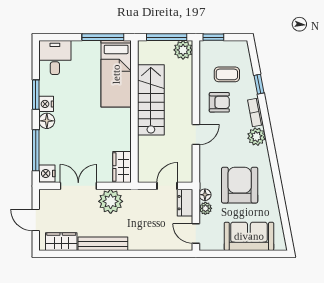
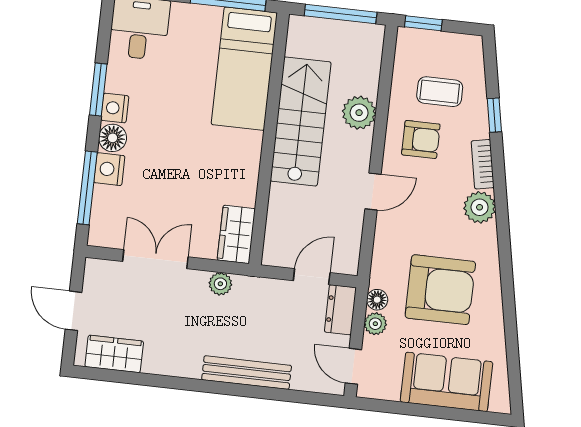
plant: (183, 50) -> (359, 113), moved
nightstand: (47, 173) -> (109, 169), moved
armchair: (240, 185) -> (440, 290), turned 90
plant: (111, 201) -> (220, 284), width x0.53, depth x0.53
bench: (103, 244) -> (247, 373), moved

